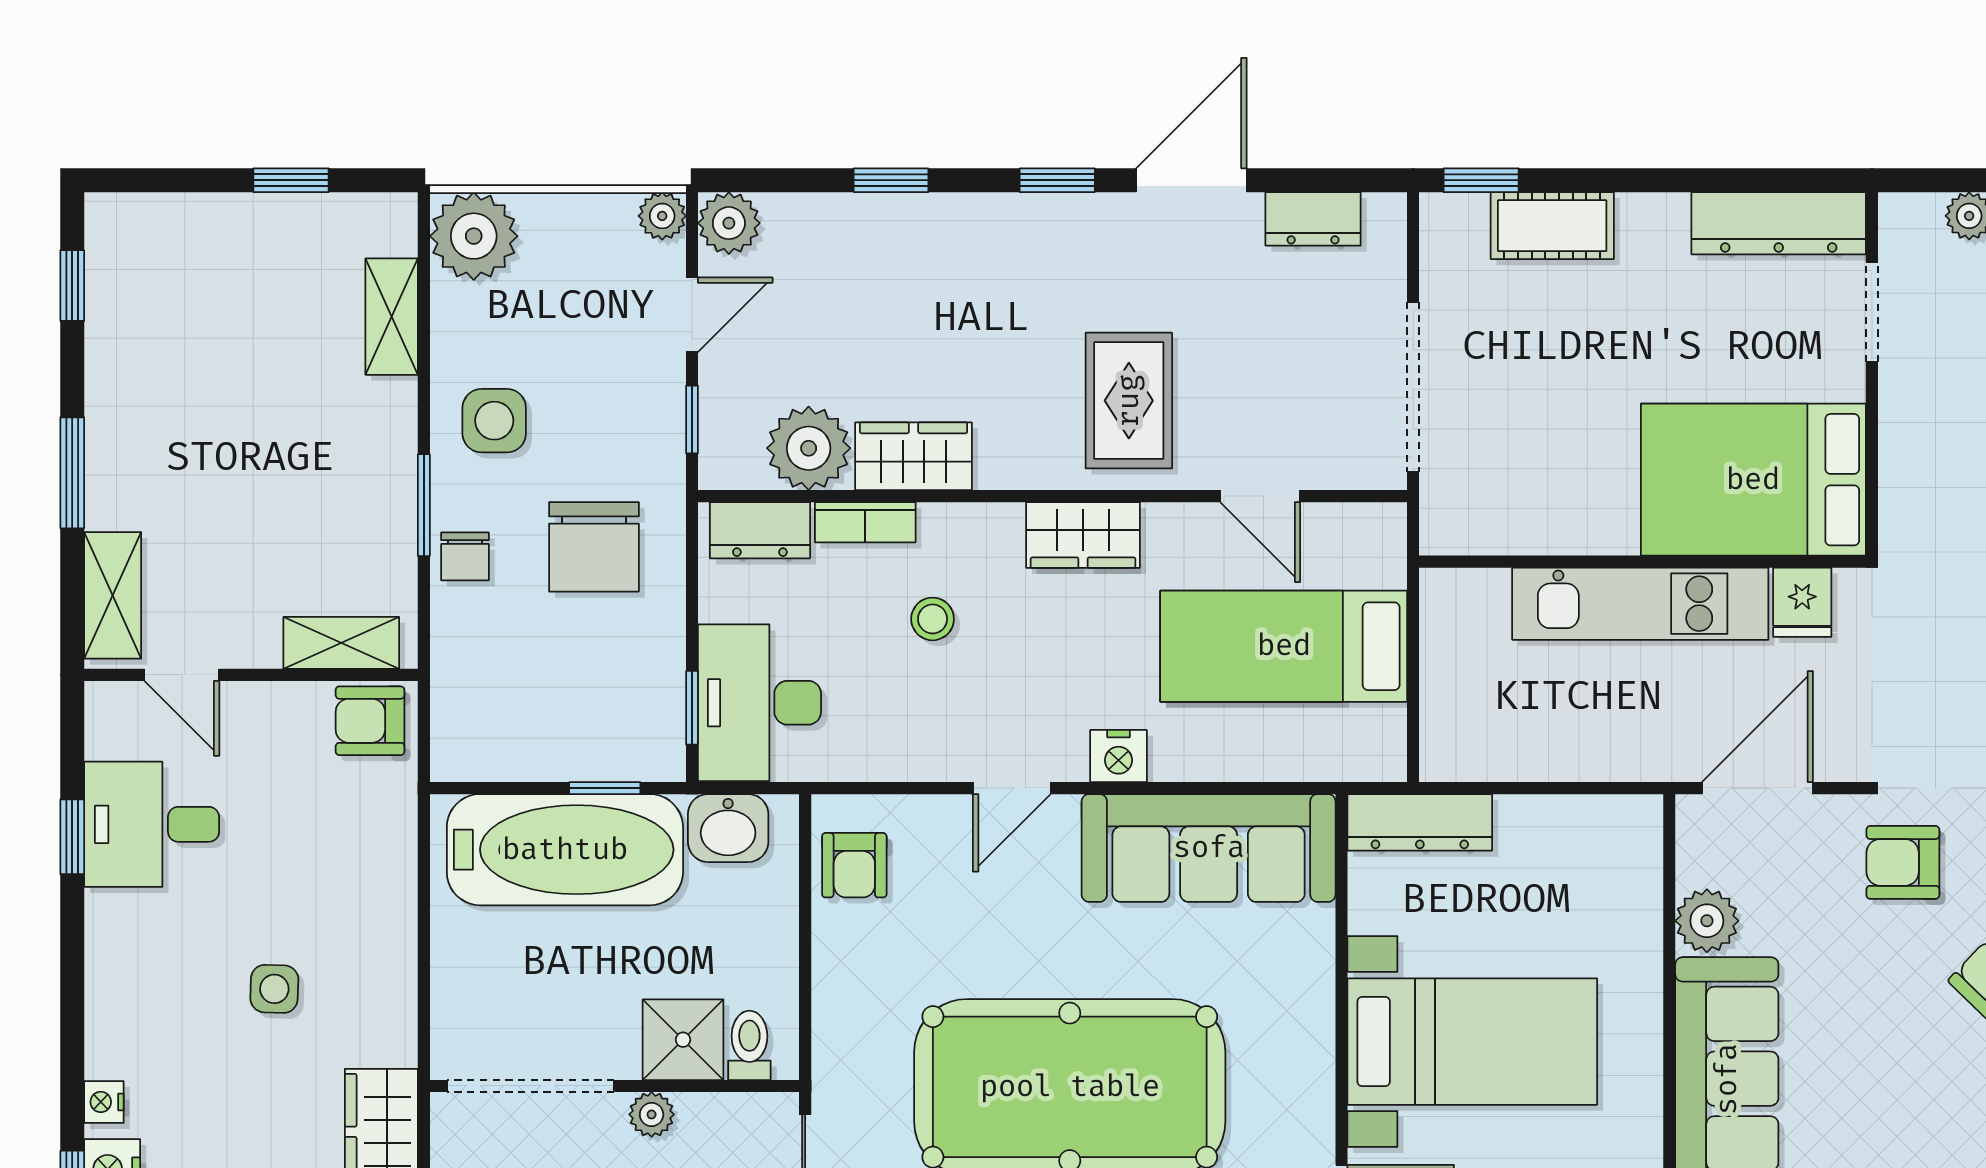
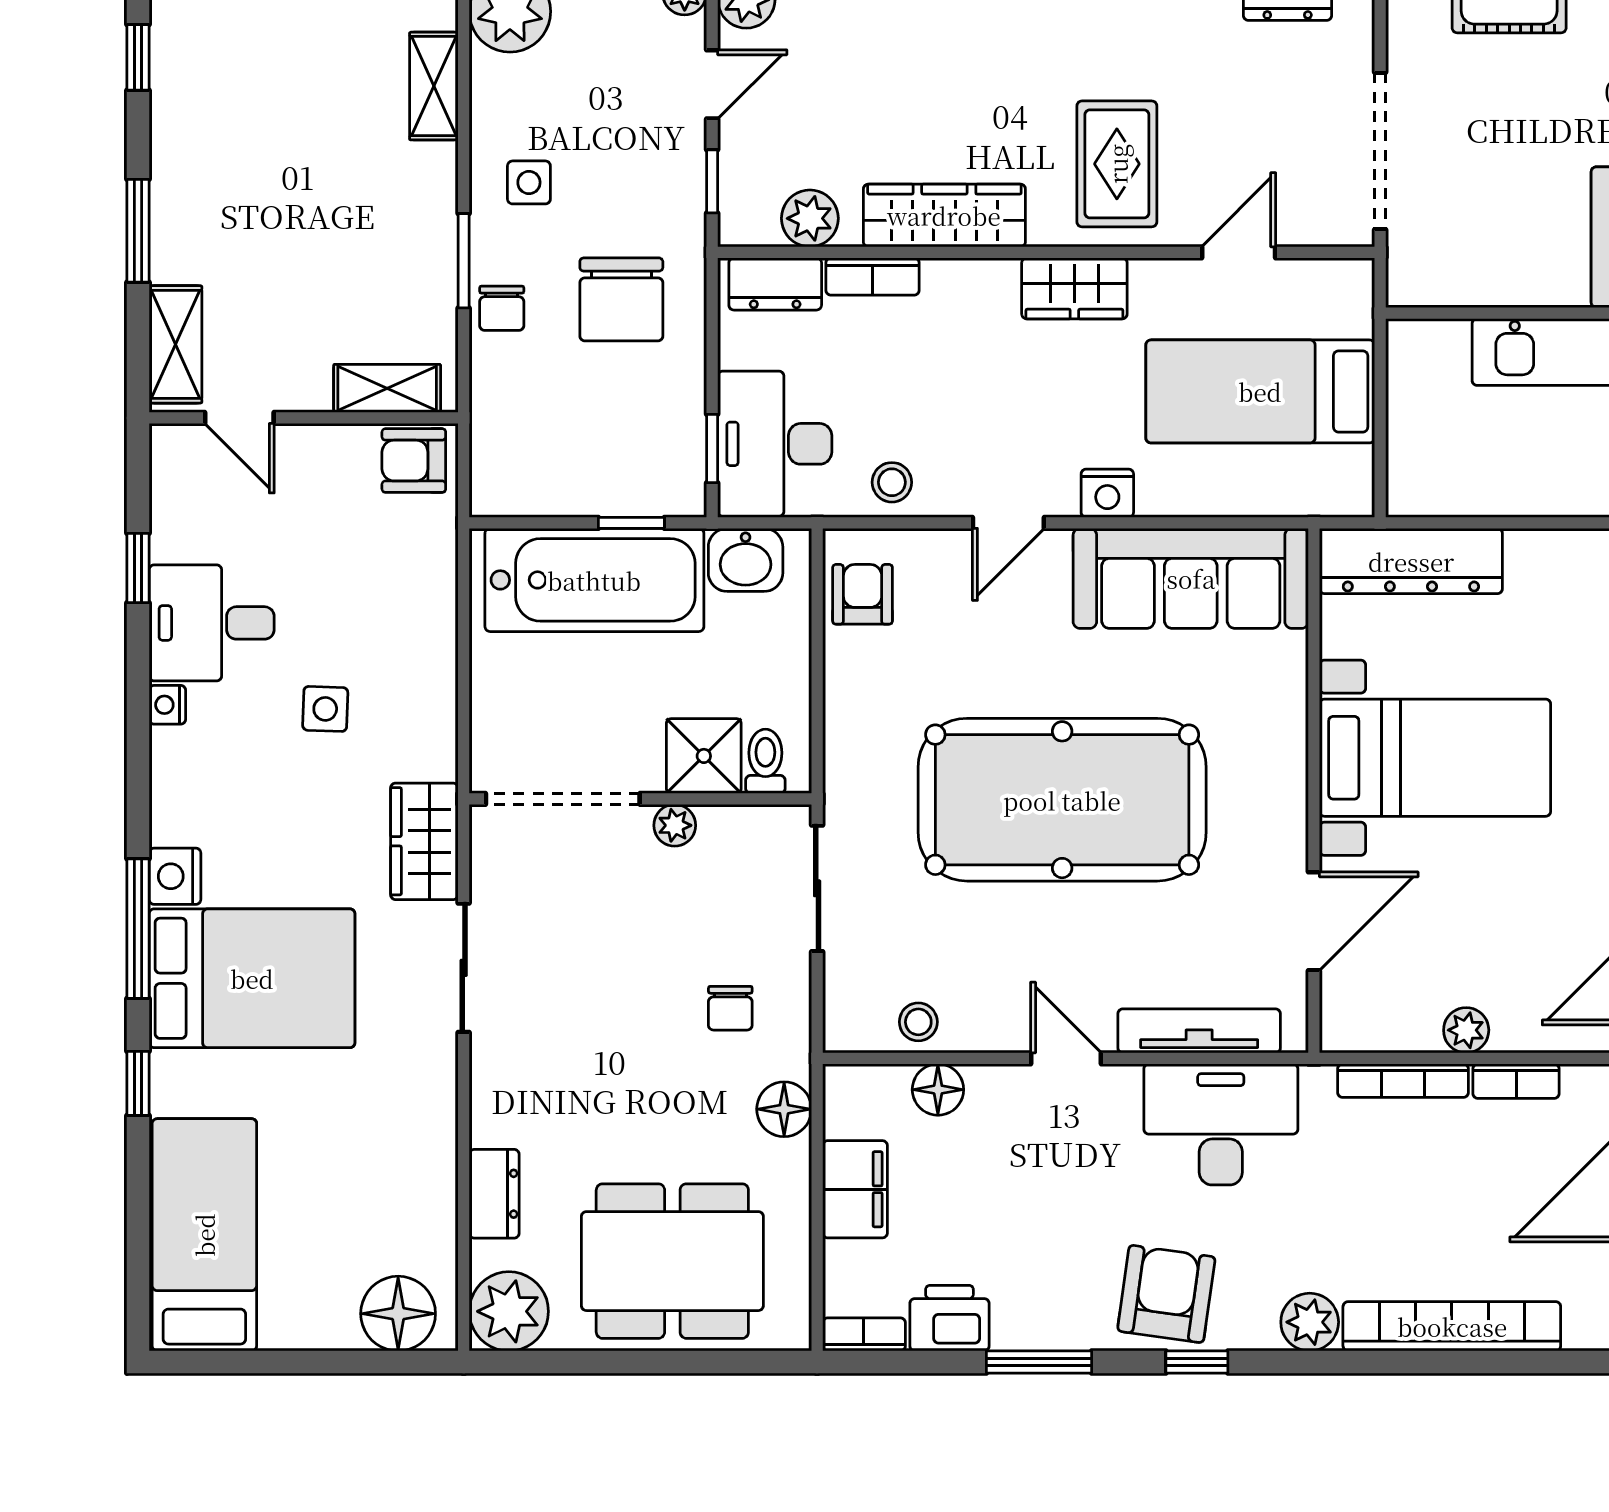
side table: (494, 421) -> (529, 182), width x0.73, depth x0.73
plant: (809, 448) -> (810, 218), width x0.73, depth x0.73
wardrobe: (914, 456) -> (944, 215), width x1.50
door: (1260, 496) -> (1239, 252), swing flipped
stool: (933, 619) -> (892, 482), moved
dresser: (1420, 822) -> (1411, 561), width x1.37, depth x1.24
desk: (152, 824) -> (212, 623), moved
armchair: (854, 865) -> (863, 594), turned 180
nightstand: (104, 1102) -> (167, 705), moved

